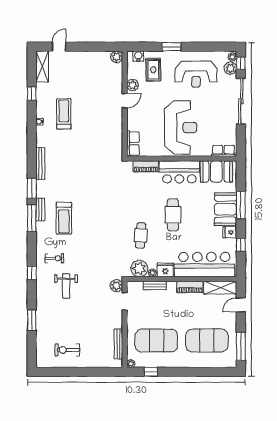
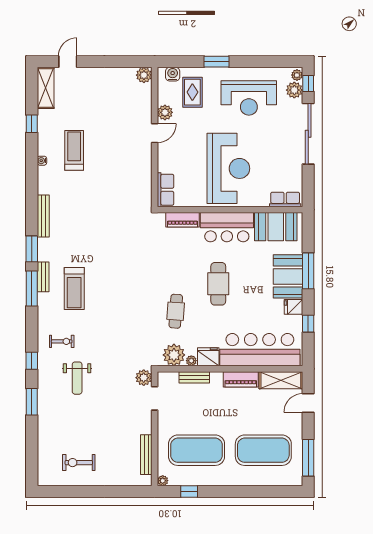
window: (32, 320) -> (32, 402), moved

